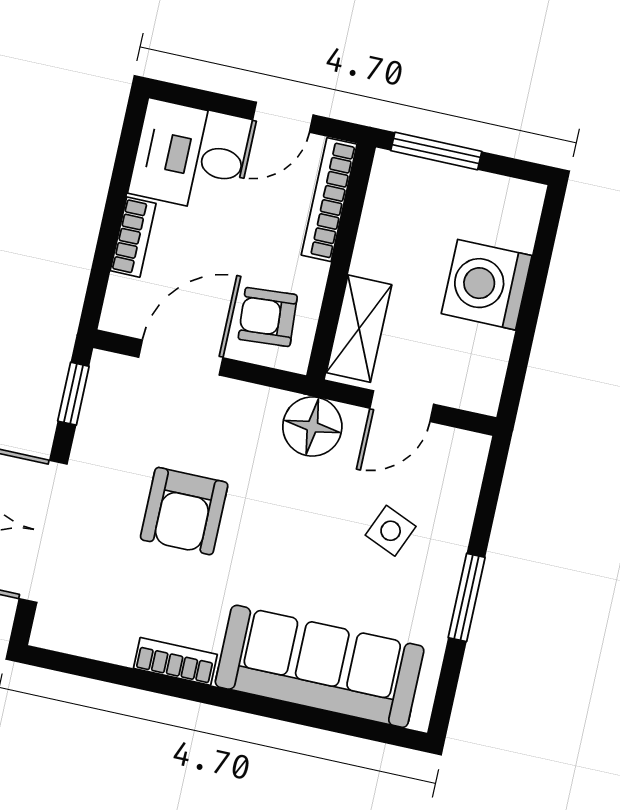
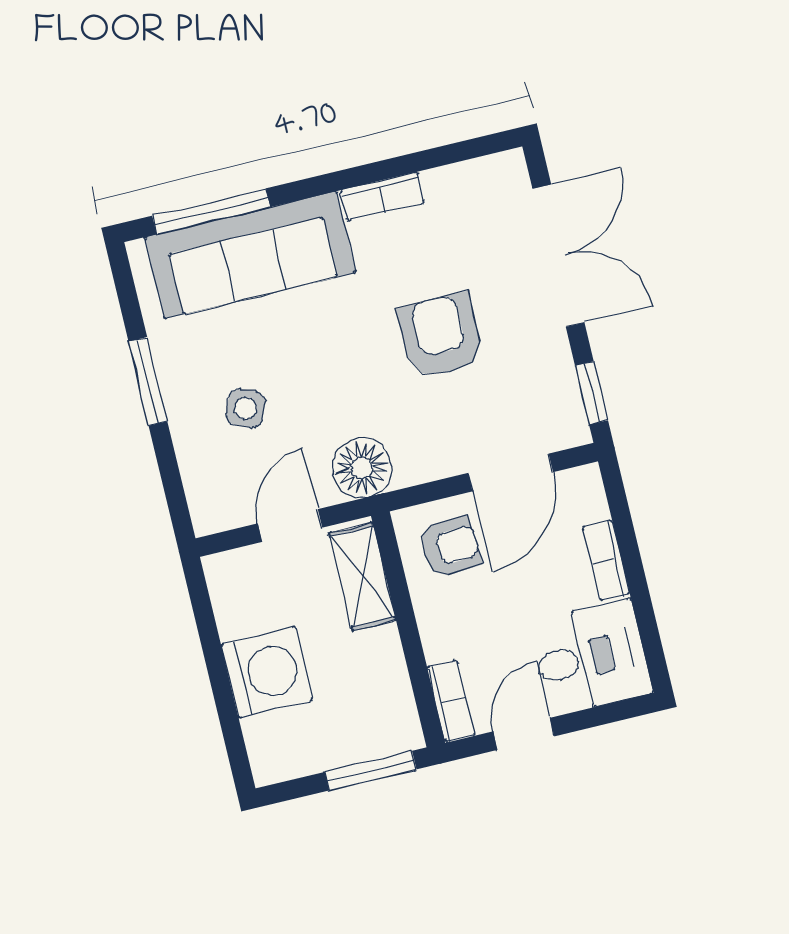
bookcase: (329, 200) -> (451, 701), width x0.64
window: (336, 722) -> (211, 211), added

